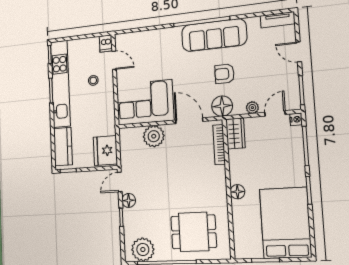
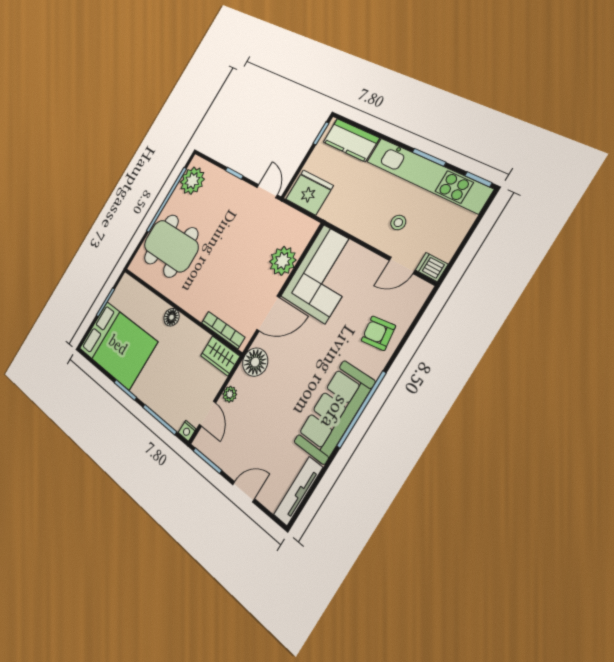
tv unit: (278, 20) -> (298, 491), width x1.41
armchair: (224, 74) -> (378, 333), moved, turned -98
floor lamp: (129, 200) -> (243, 191), removed
dining table: (194, 232) -> (171, 246), width x1.37

